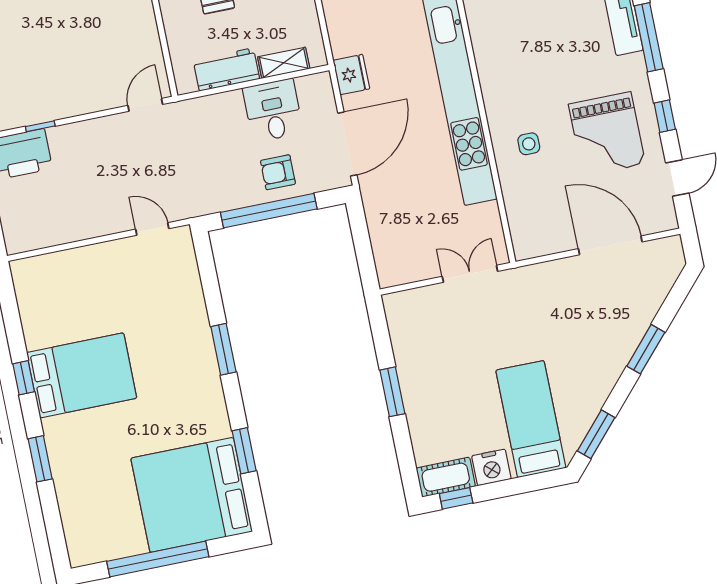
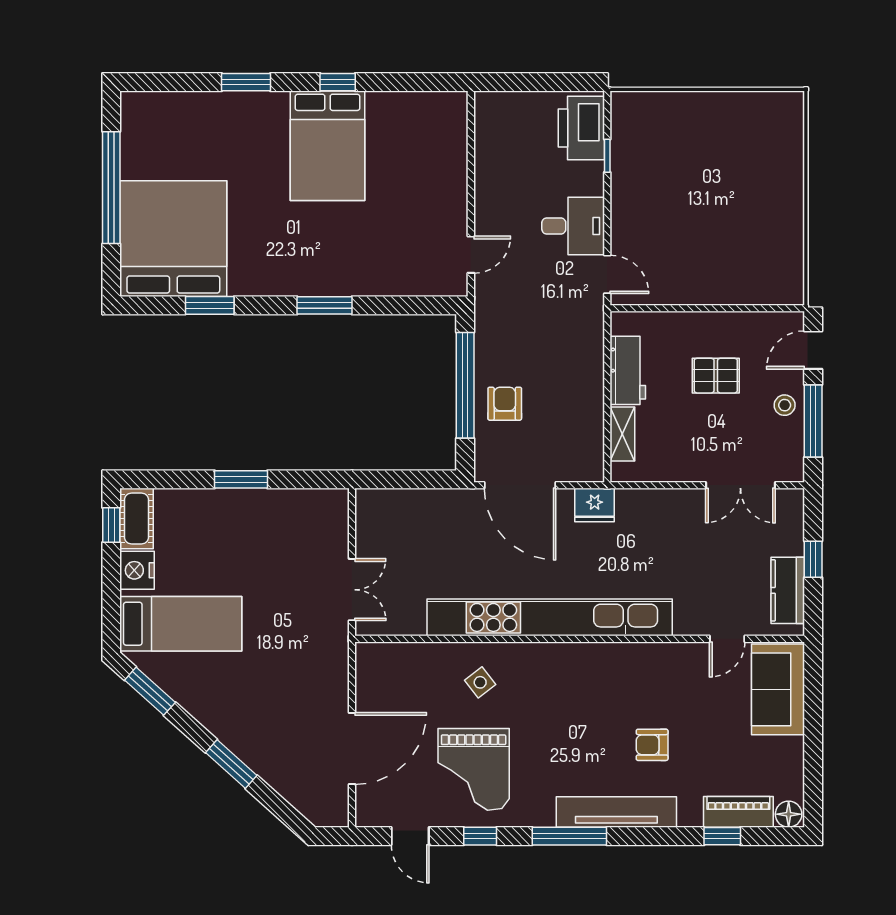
desk: (273, 110) -> (573, 226), moved
grand piano: (607, 134) -> (474, 769), turned -90
side table: (529, 144) -> (480, 682), turned -38

